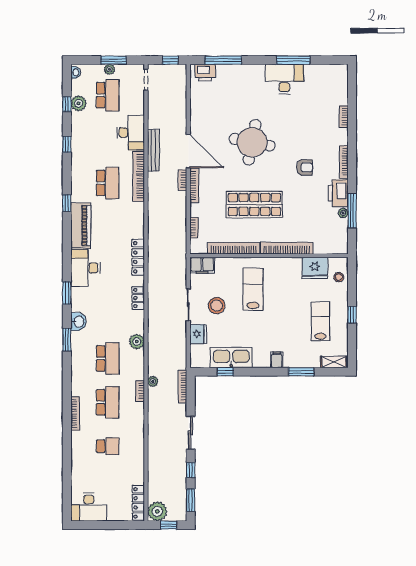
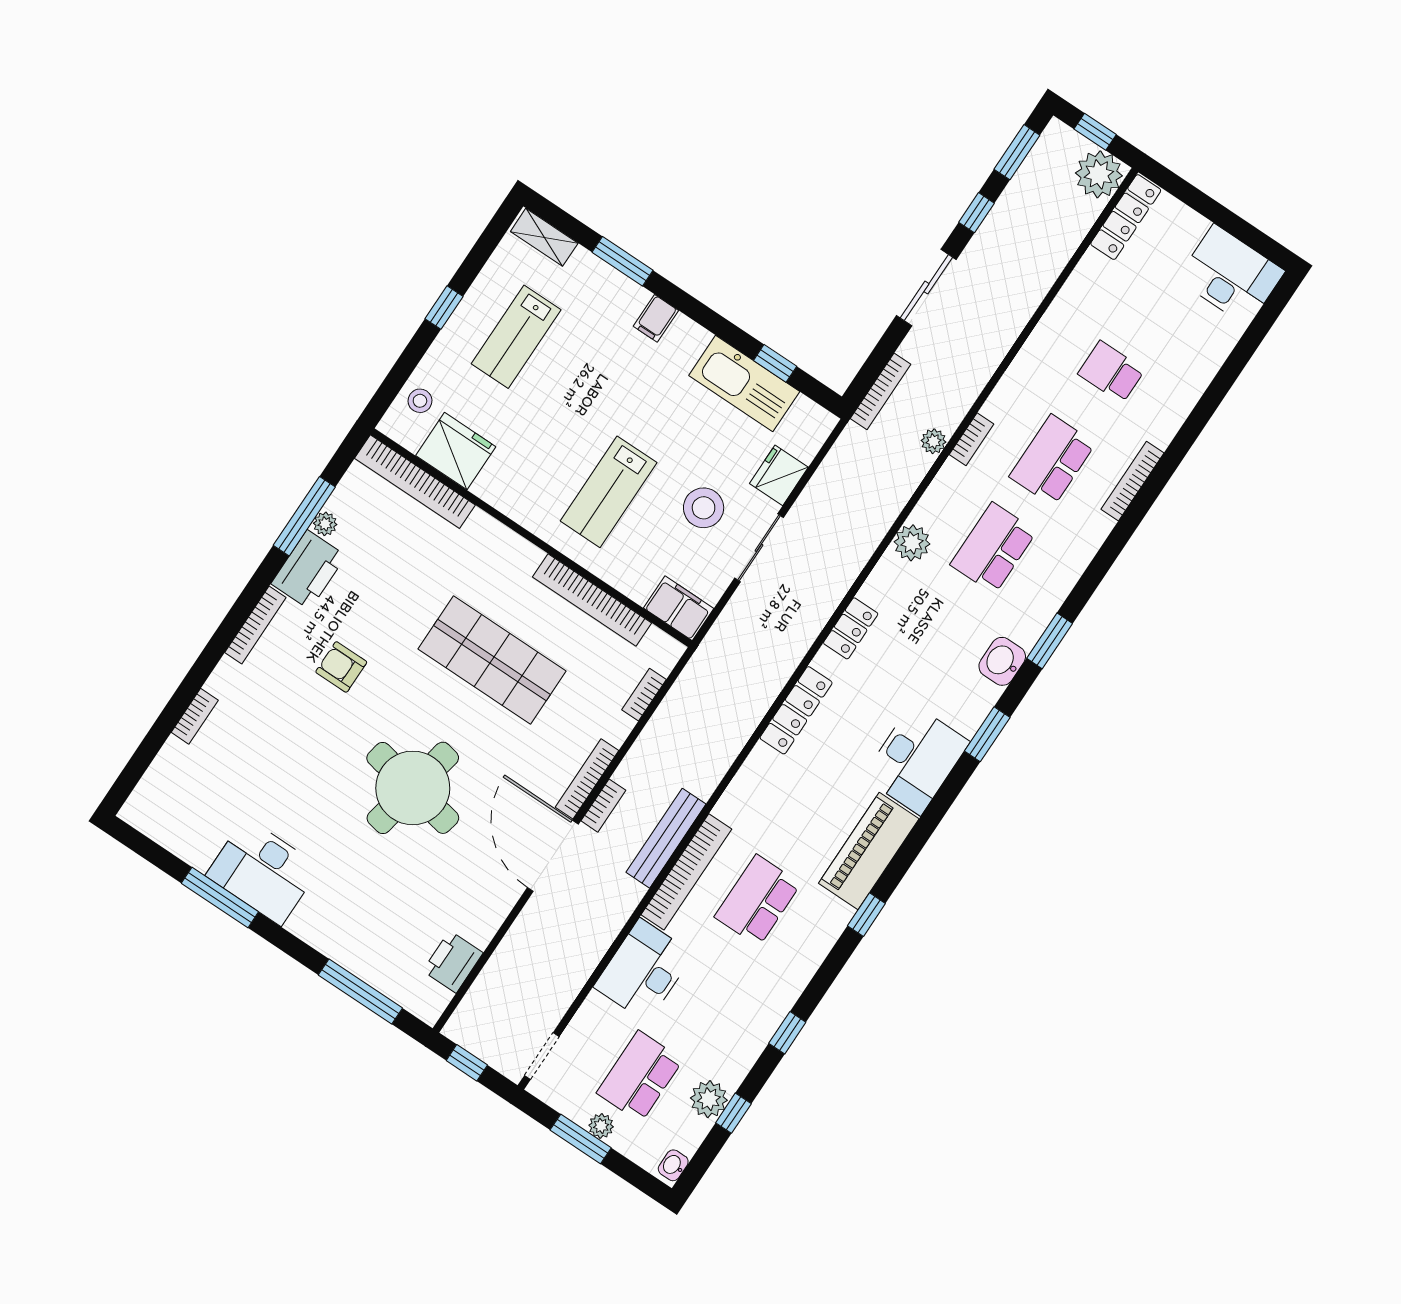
printer: (205, 73) -> (453, 962), moved, turned -90
bench: (153, 150) -> (666, 838), moved
bookcase: (287, 248) -> (415, 482), moved

